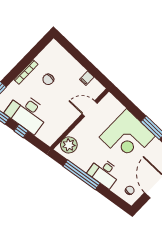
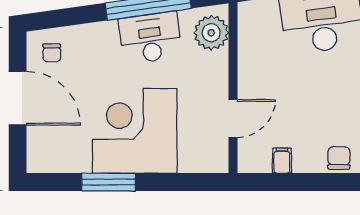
chair: (48, 79) -> (339, 158), moved
desk: (104, 173) -> (150, 38), moved

